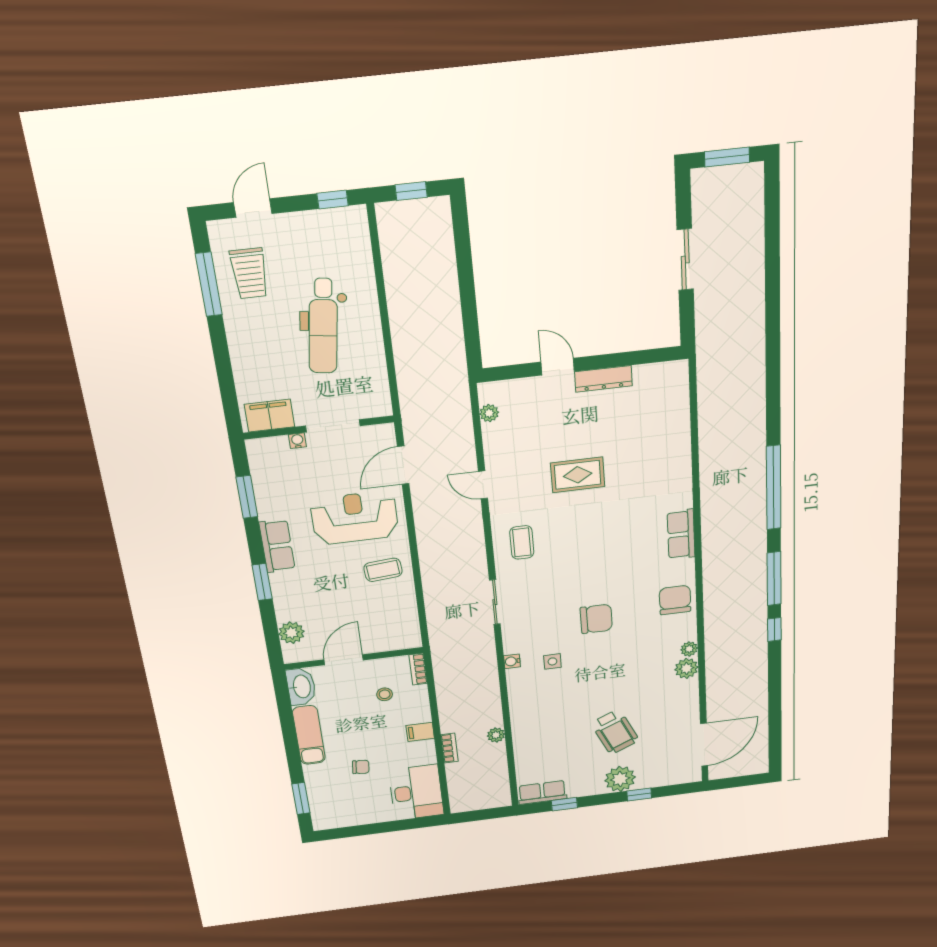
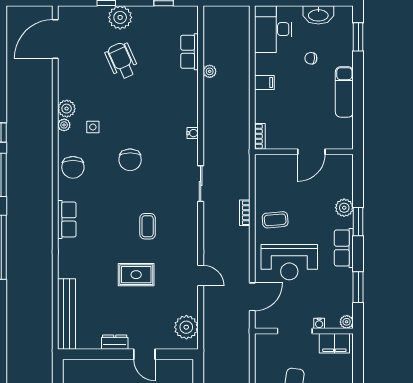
dresser: (603, 379) -> (115, 342), width x0.70
bench: (677, 410) -> (67, 314), added
plant: (489, 413) -> (186, 327), width x1.87, depth x1.87
plant: (256, 448) -> (347, 322), added
coffee table: (522, 542) -> (148, 226), moved
chair: (596, 619) -> (130, 160), turned -90
plant: (291, 633) -> (344, 208), moved
side table: (552, 661) -> (93, 127), moved
washbasin: (301, 687) -> (318, 15), moved, turned -90
stool: (385, 694) -> (286, 119), removed
bookcase: (449, 748) -> (245, 213), moved
row of seats: (542, 792) -> (190, 52), moved, turned 90

